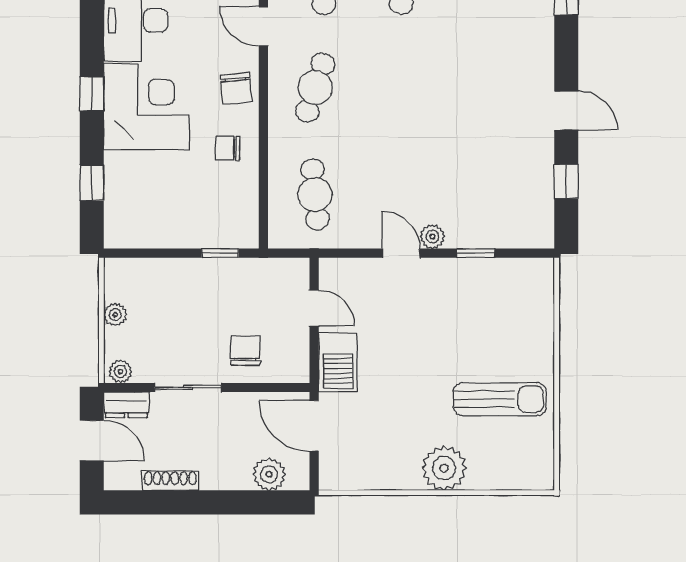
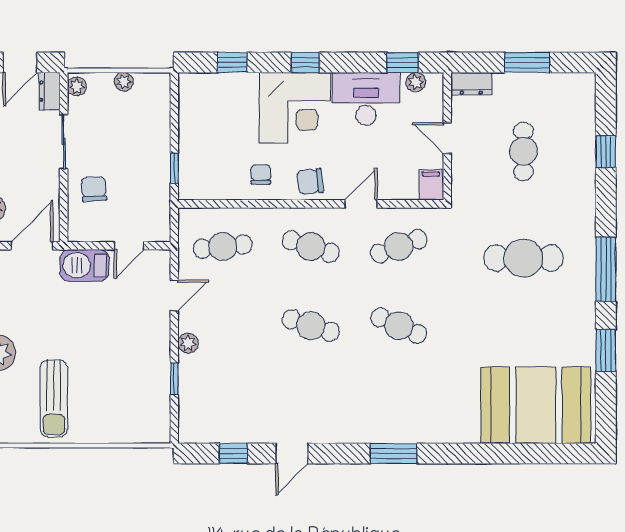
cafe table: (411, 88) -> (311, 326), added
door: (401, 253) -> (174, 295), moved
chair: (245, 351) -> (94, 189), turned -93

